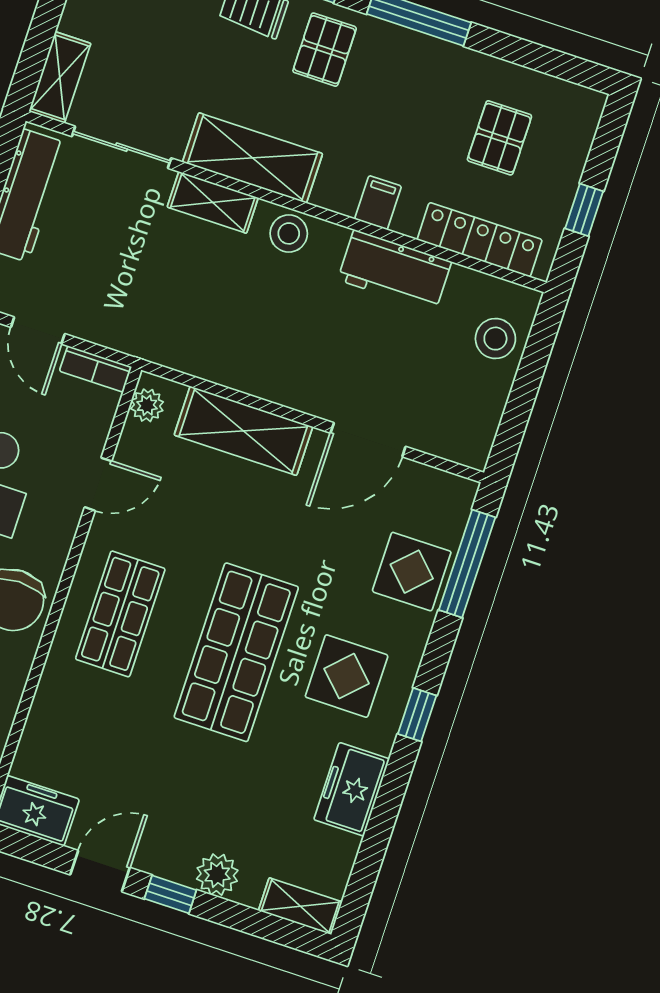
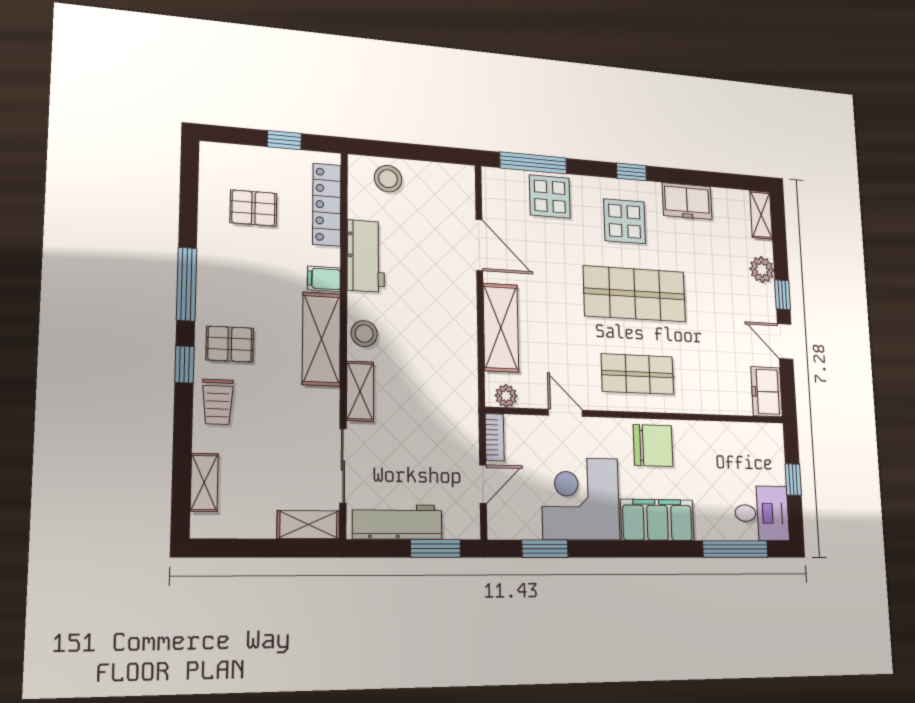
shelving: (253, 158) -> (321, 339), moved

